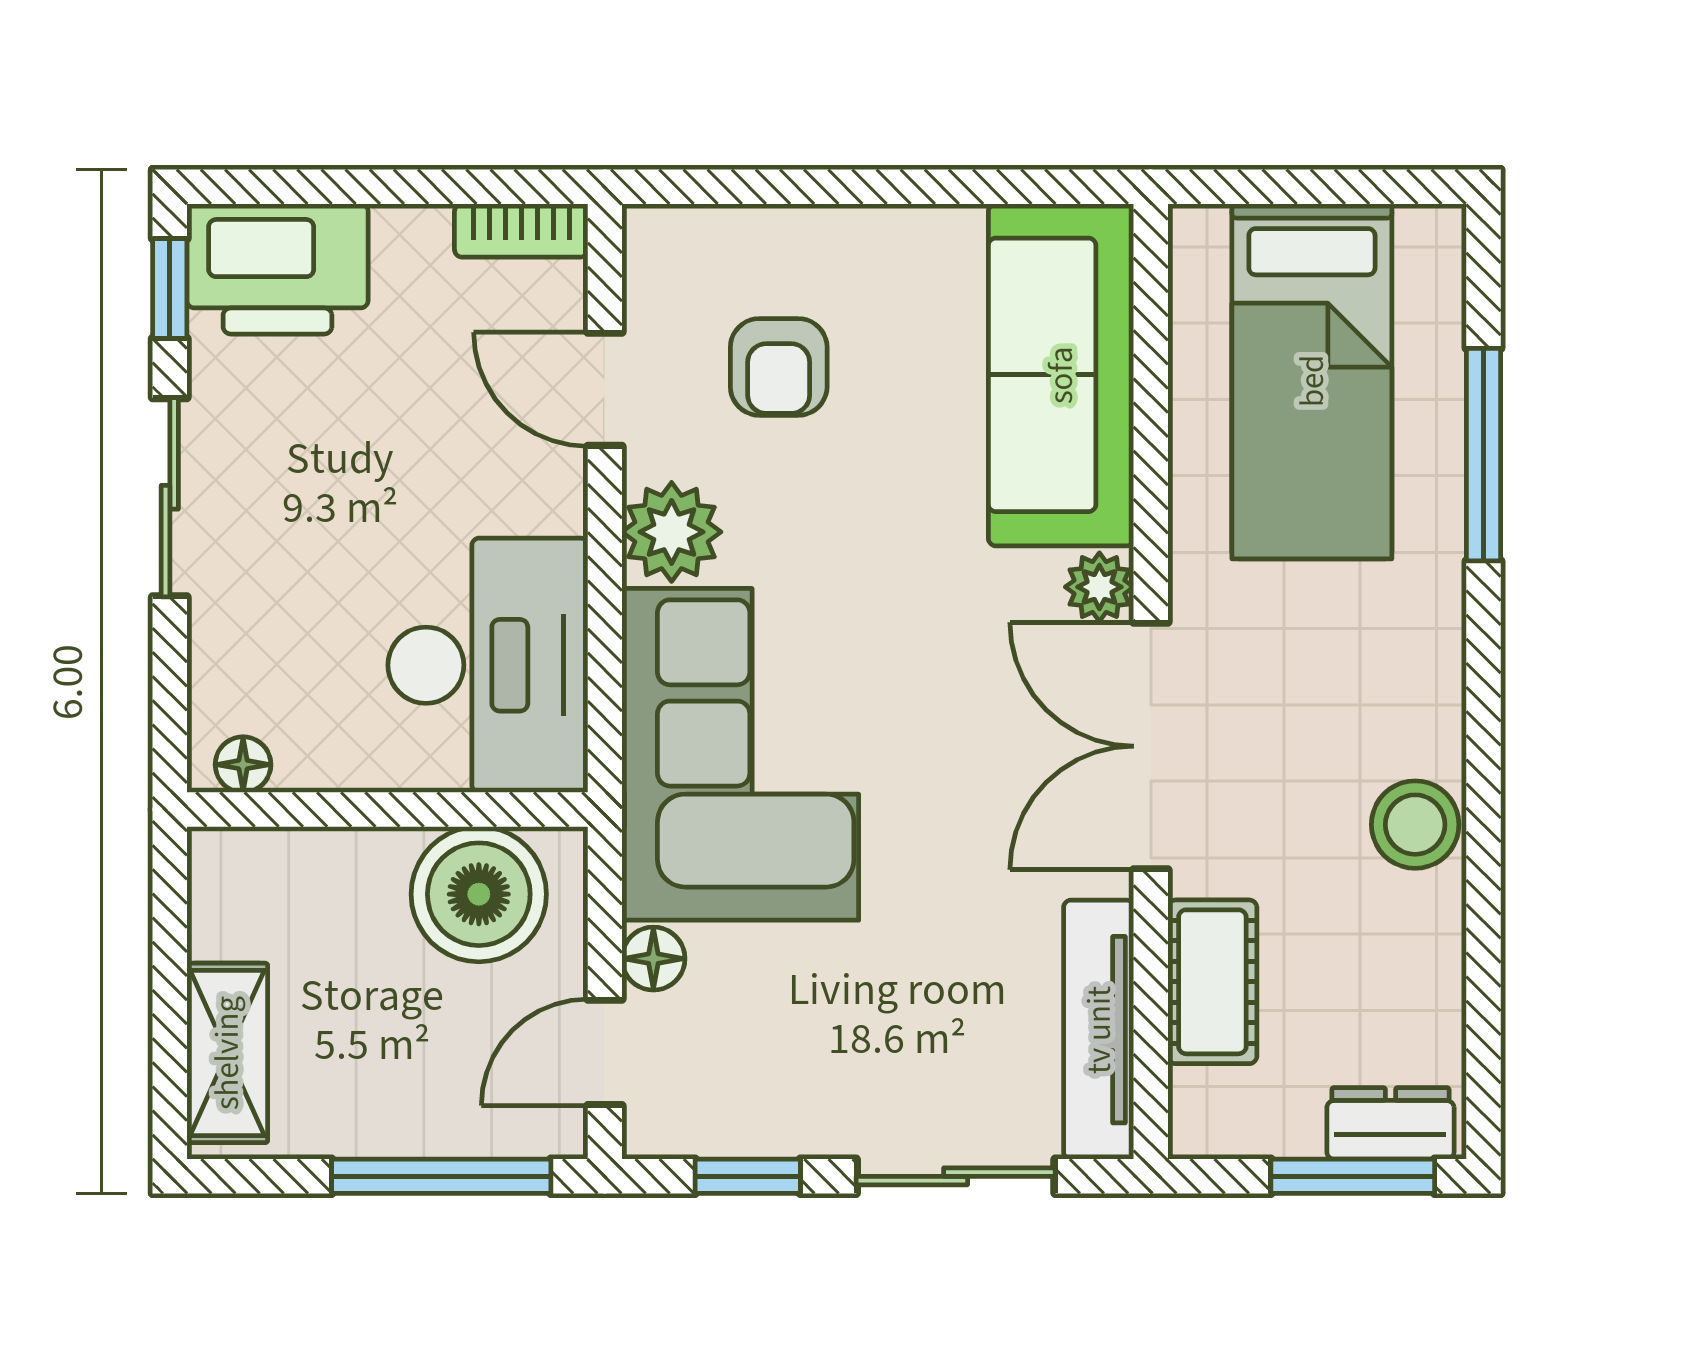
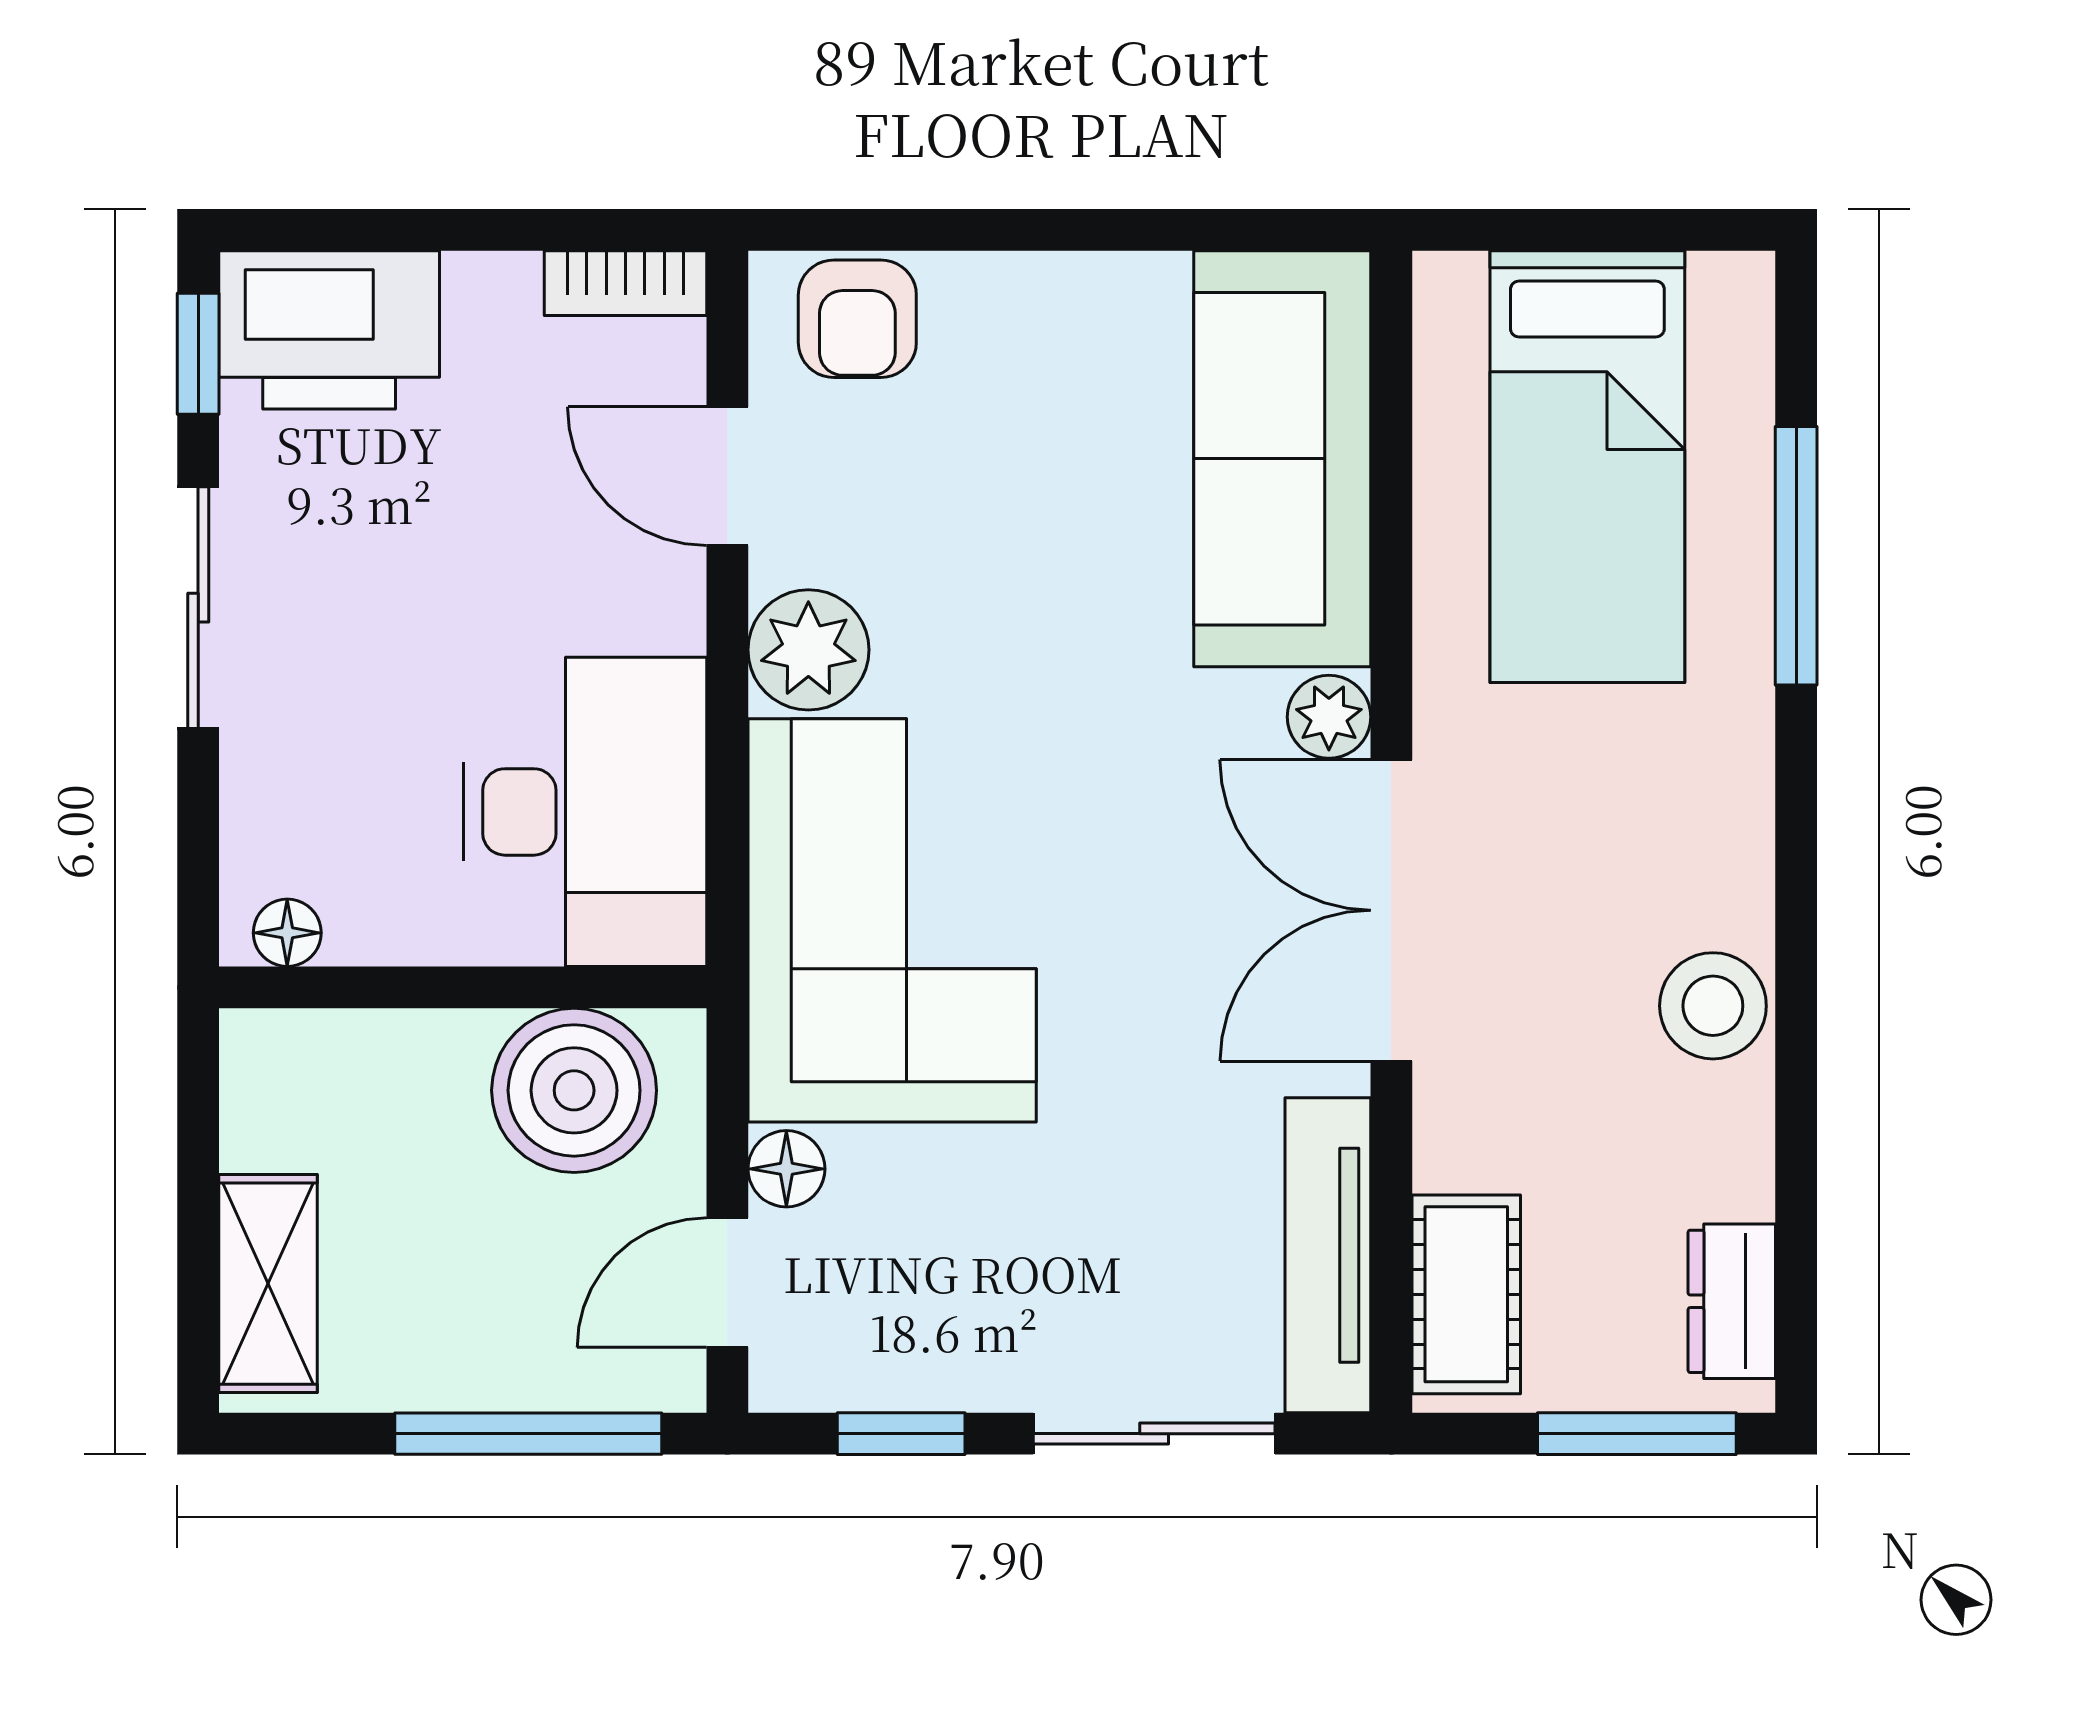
armchair: (779, 367) -> (857, 319), moved
cot: (1212, 982) -> (1466, 1294), moved
dresser: (1390, 1123) -> (1732, 1301), moved, turned -90

